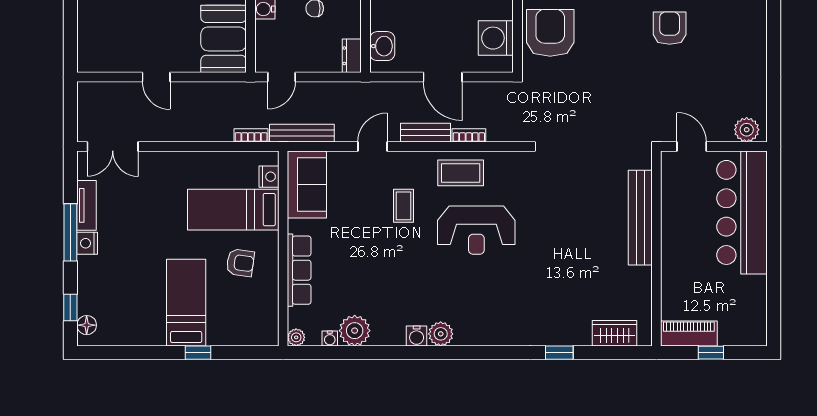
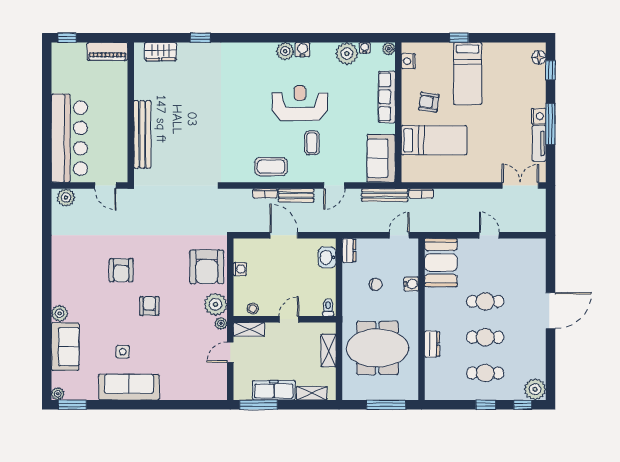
washing machine: (496, 38) -> (240, 269), width x0.53, depth x0.53
nightstand: (269, 177) -> (408, 61), moved
reception desk: (476, 230) -> (300, 103), moved
window: (711, 353) -> (67, 38), moved

